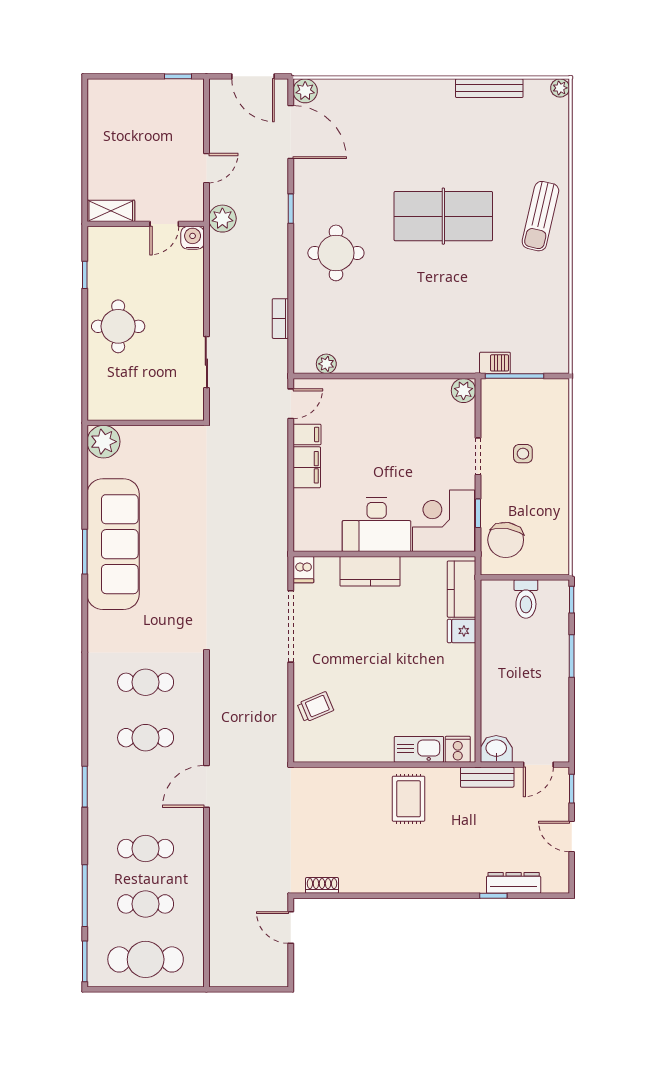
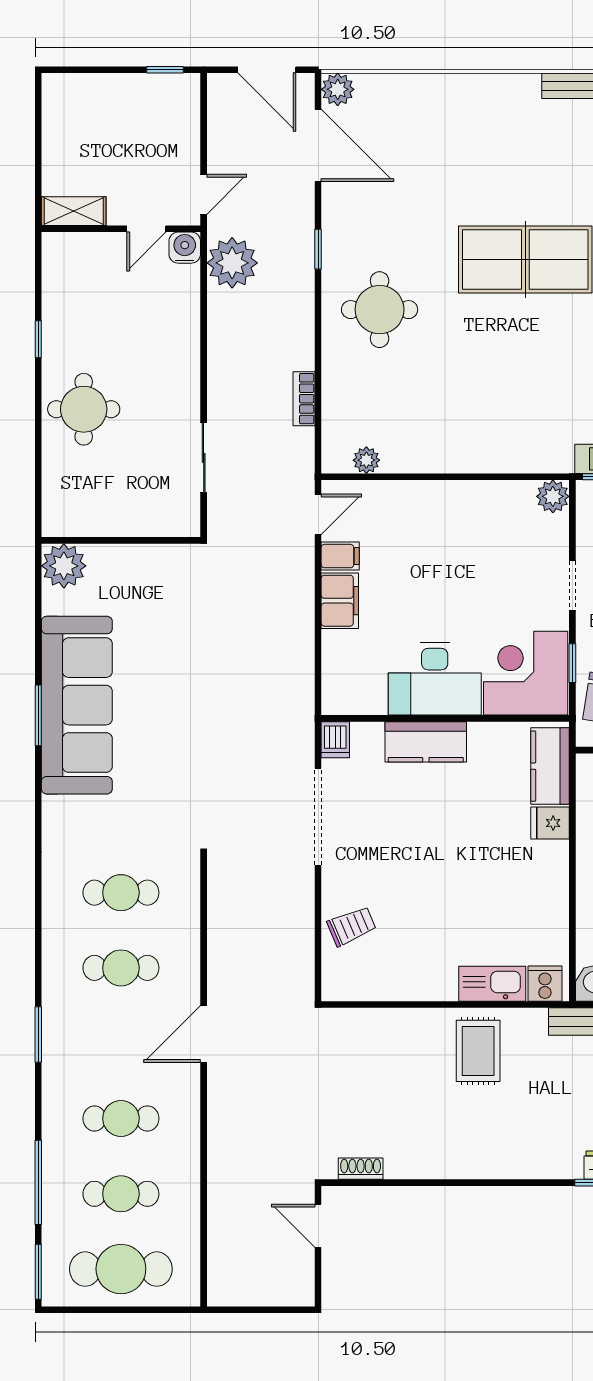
shelving: (111, 211) -> (74, 211), moved
plant: (222, 219) -> (232, 263), width x1.36, depth x1.36
wall: (146, 224) -> (121, 229), moved
door: (164, 224) -> (146, 229), moved
water cooler: (193, 238) -> (185, 248), moved

